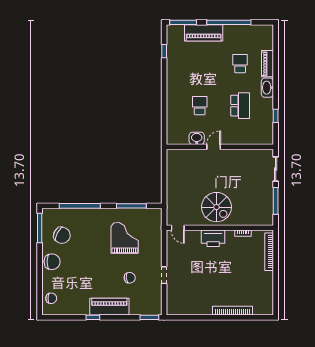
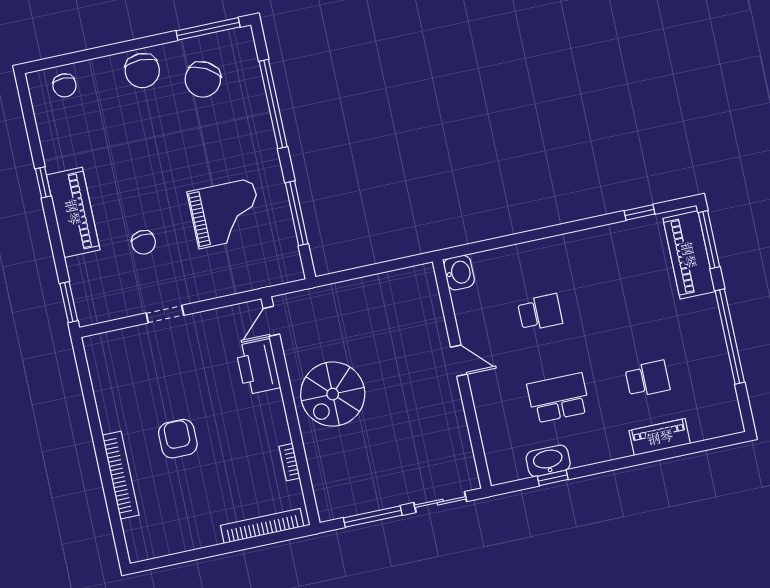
piano: (204, 33) -> (689, 255), moved
washbasin: (267, 88) -> (548, 461), moved
school desk: (240, 106) -> (558, 398), turned 180
washbasin: (197, 138) -> (459, 273), moved
printer: (213, 238) -> (258, 367), moved
armchair: (222, 281) -> (178, 439), added

